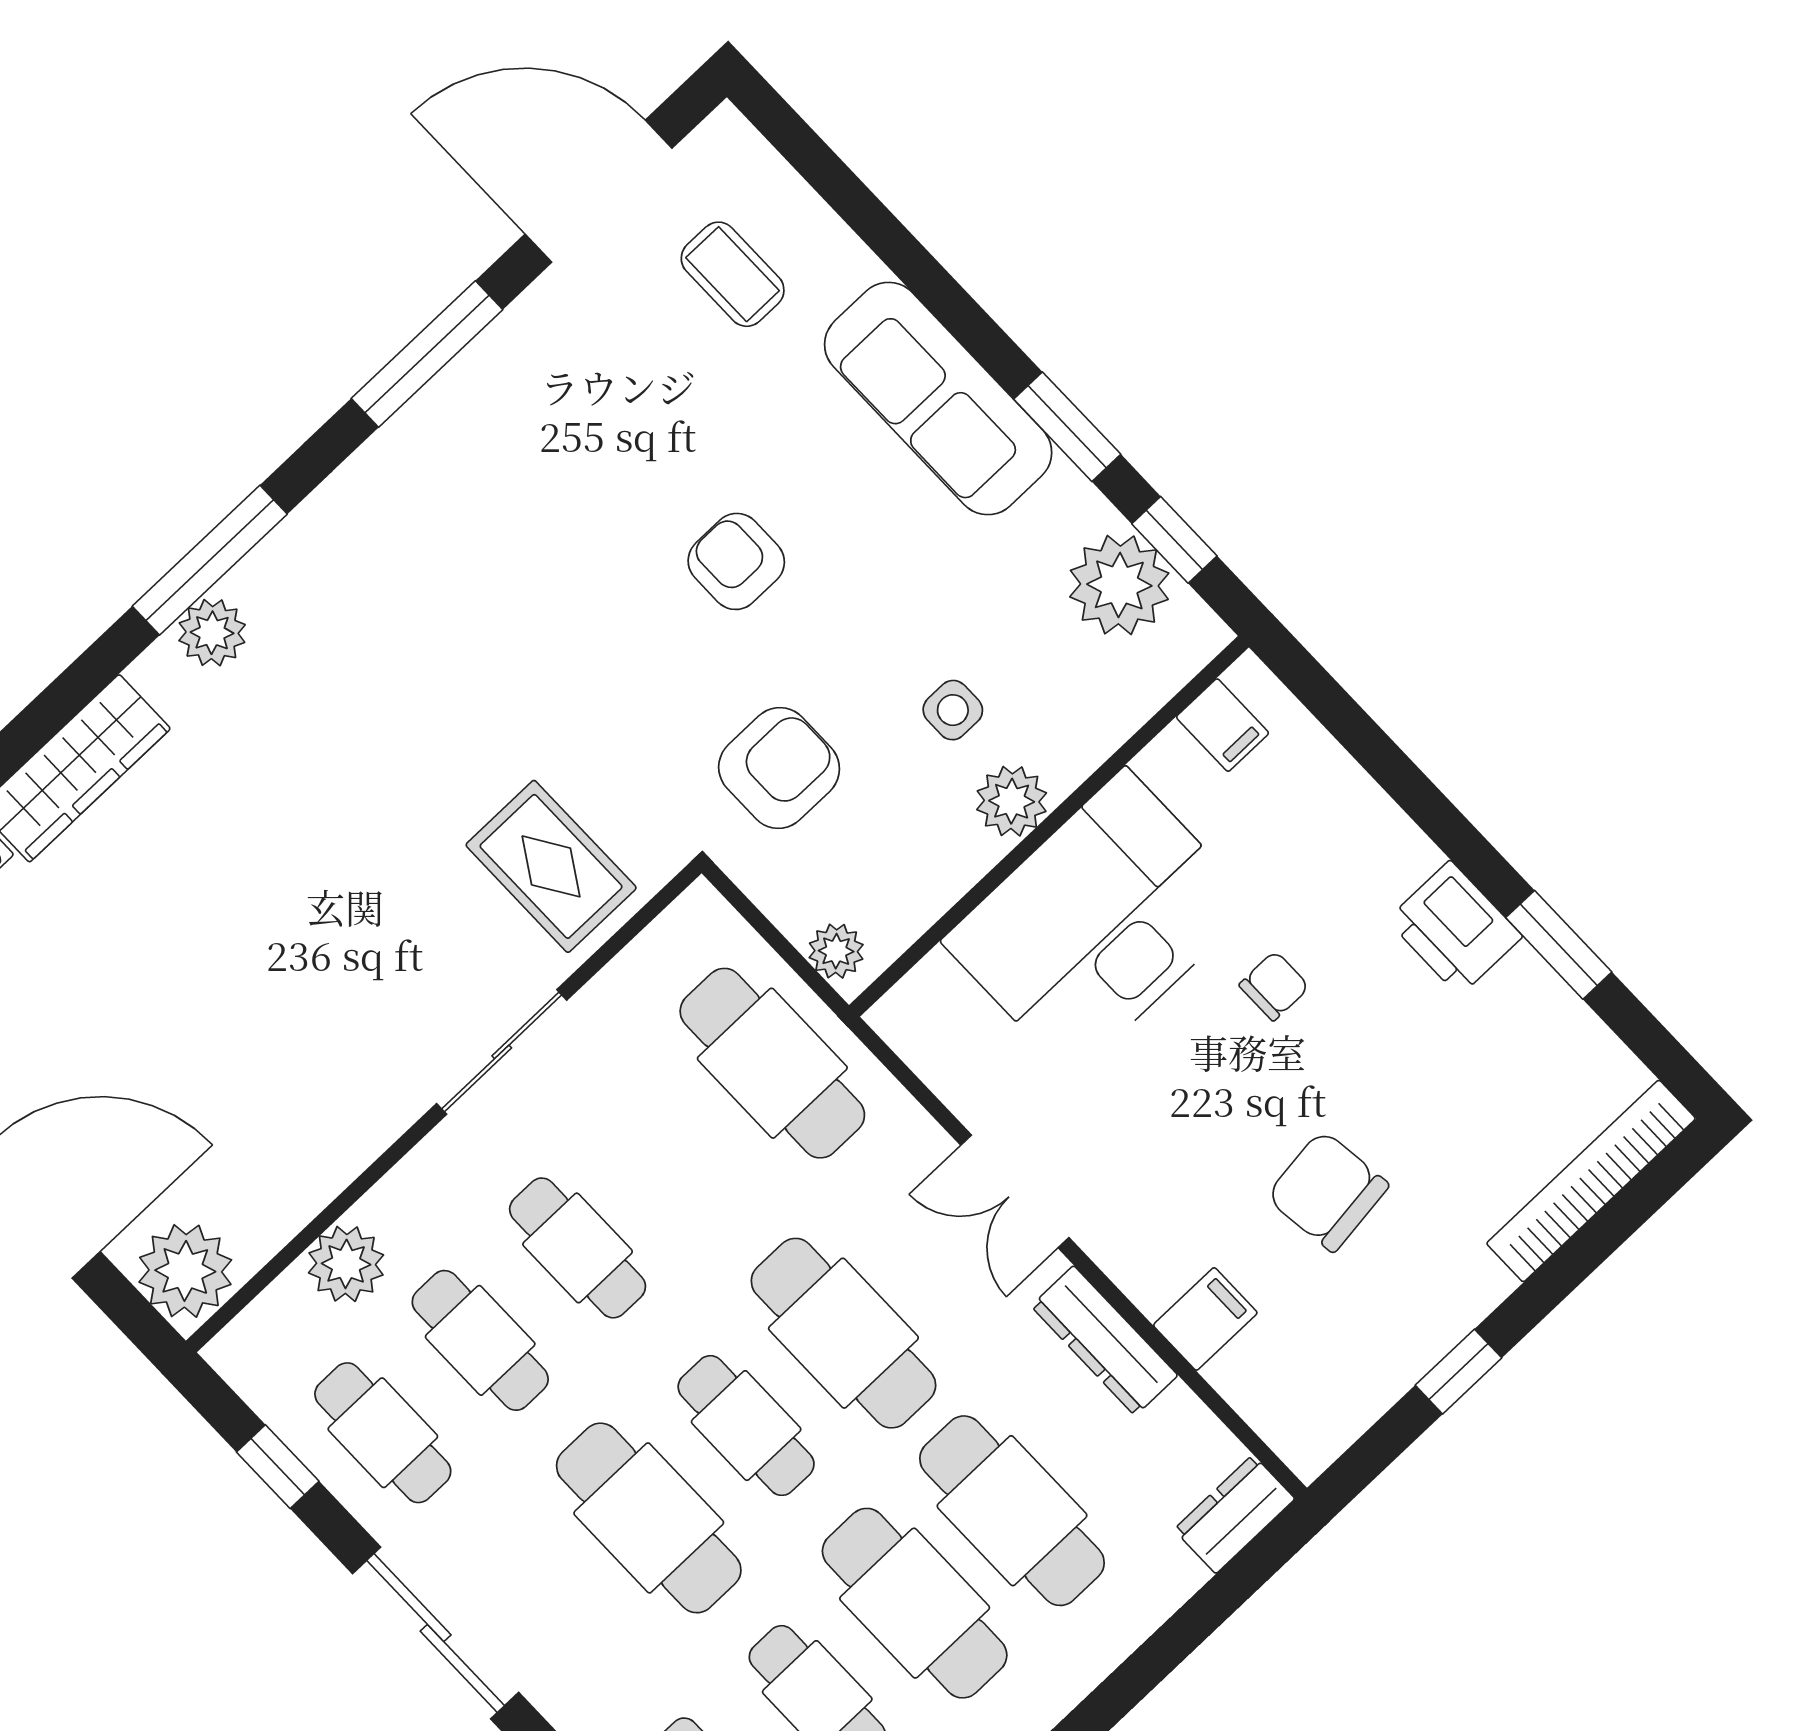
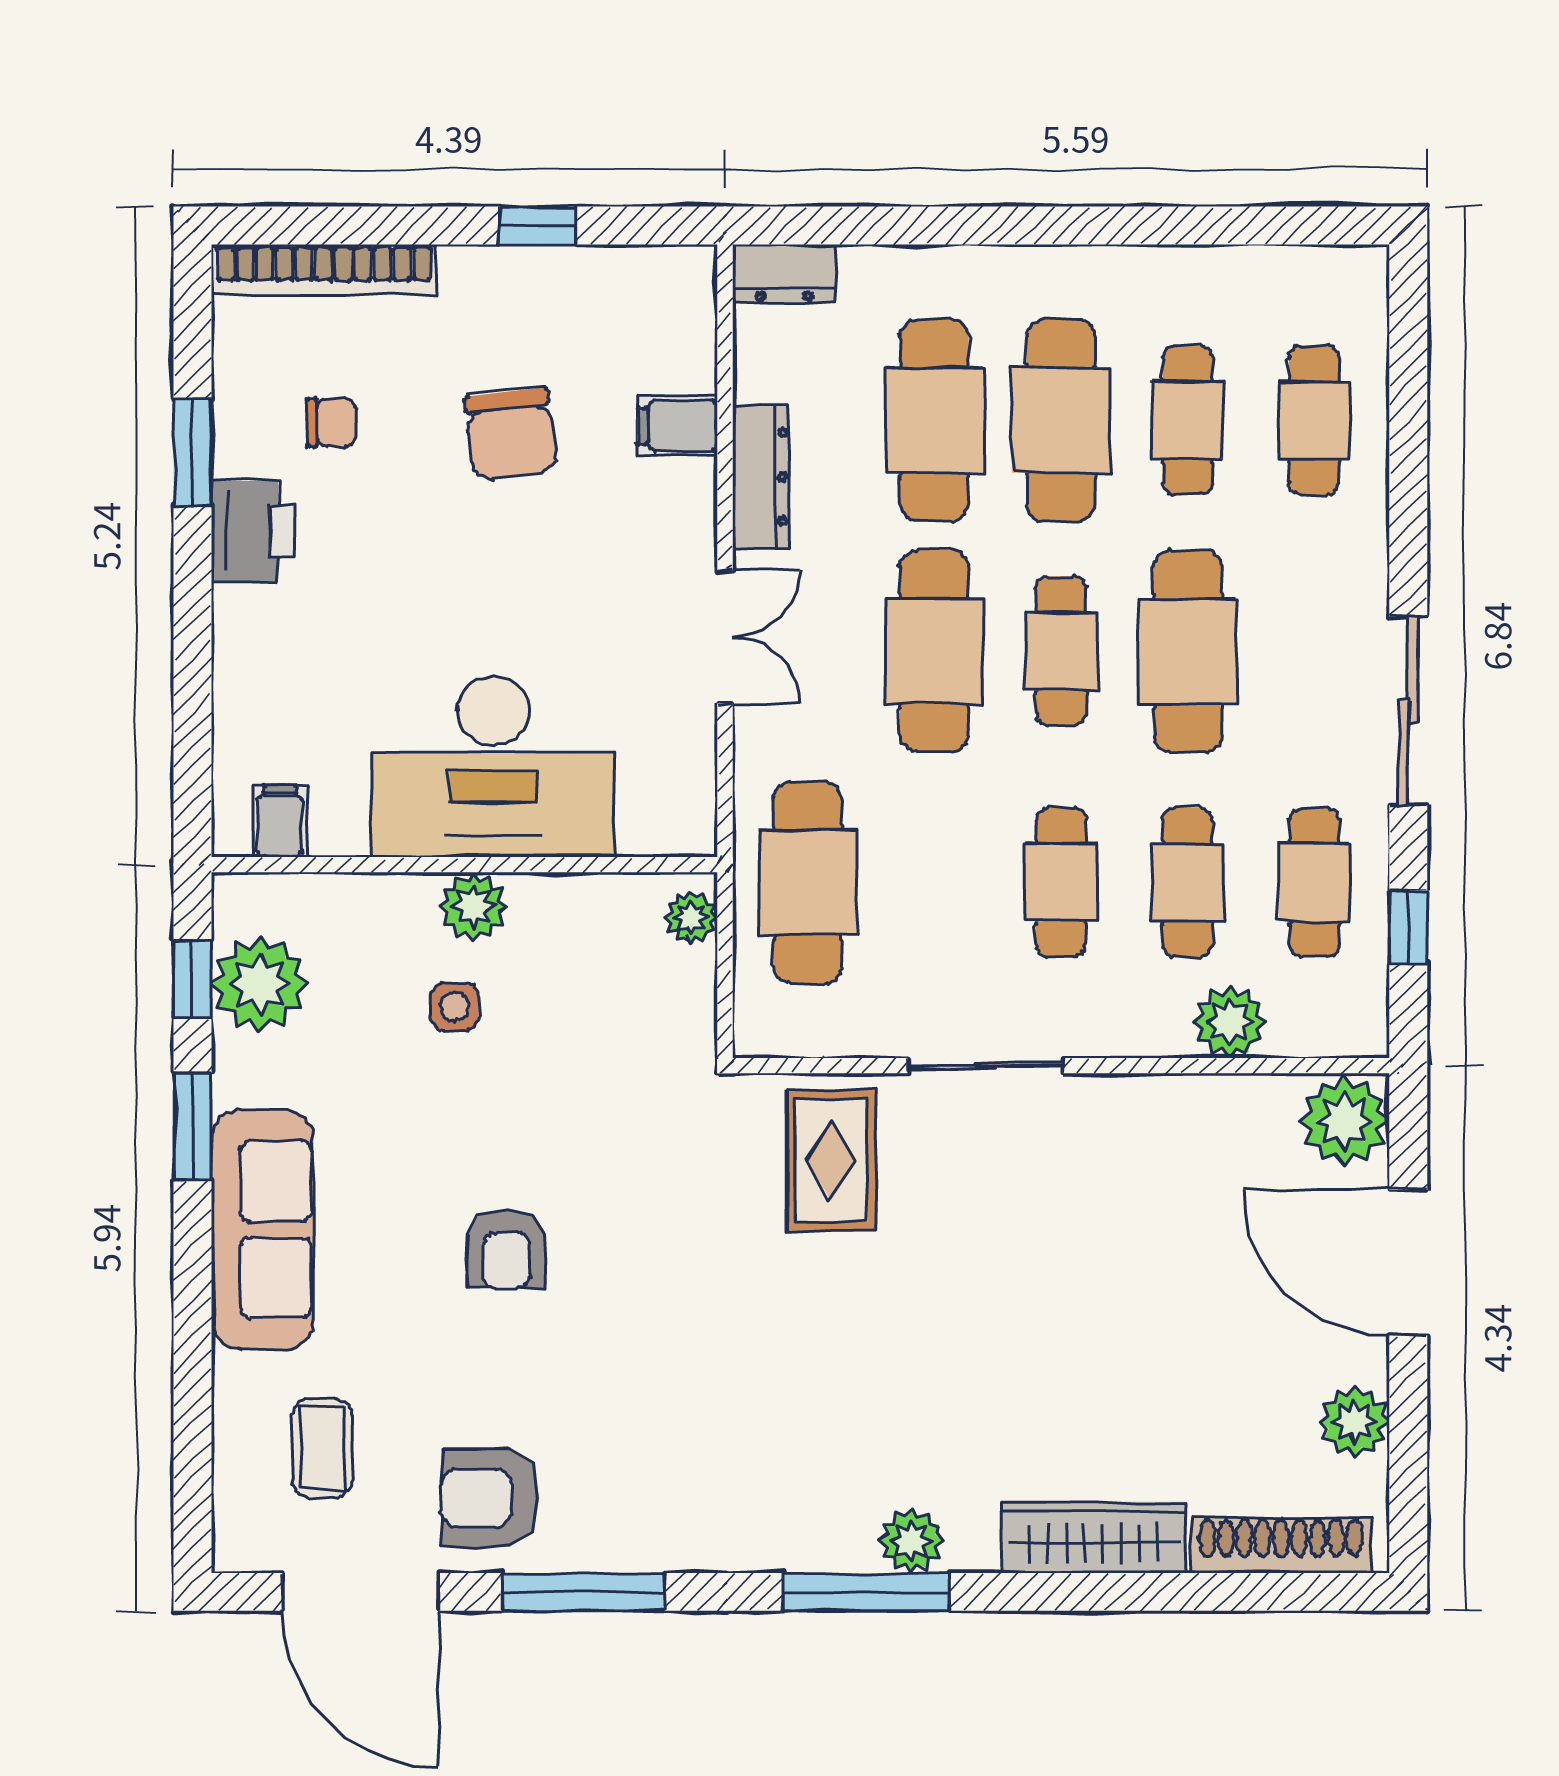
armchair: (779, 768) -> (490, 1498), moved
chair: (1274, 986) -> (331, 423), moved, turned 180

